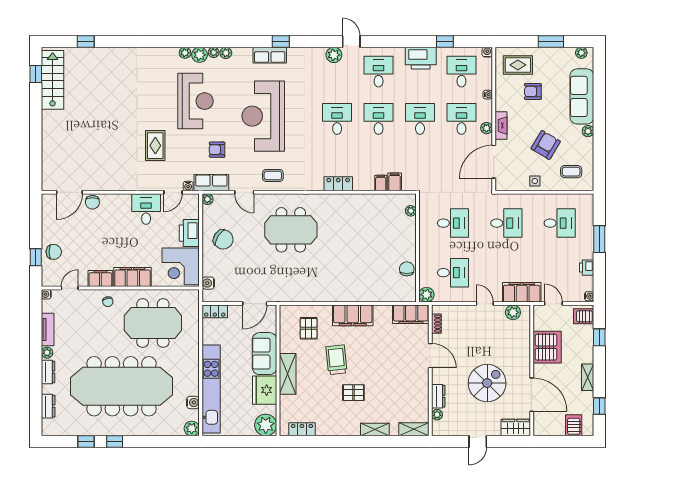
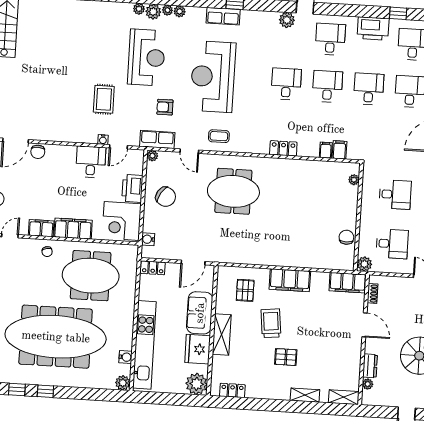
water cooler: (188, 186) -> (103, 140), moved

